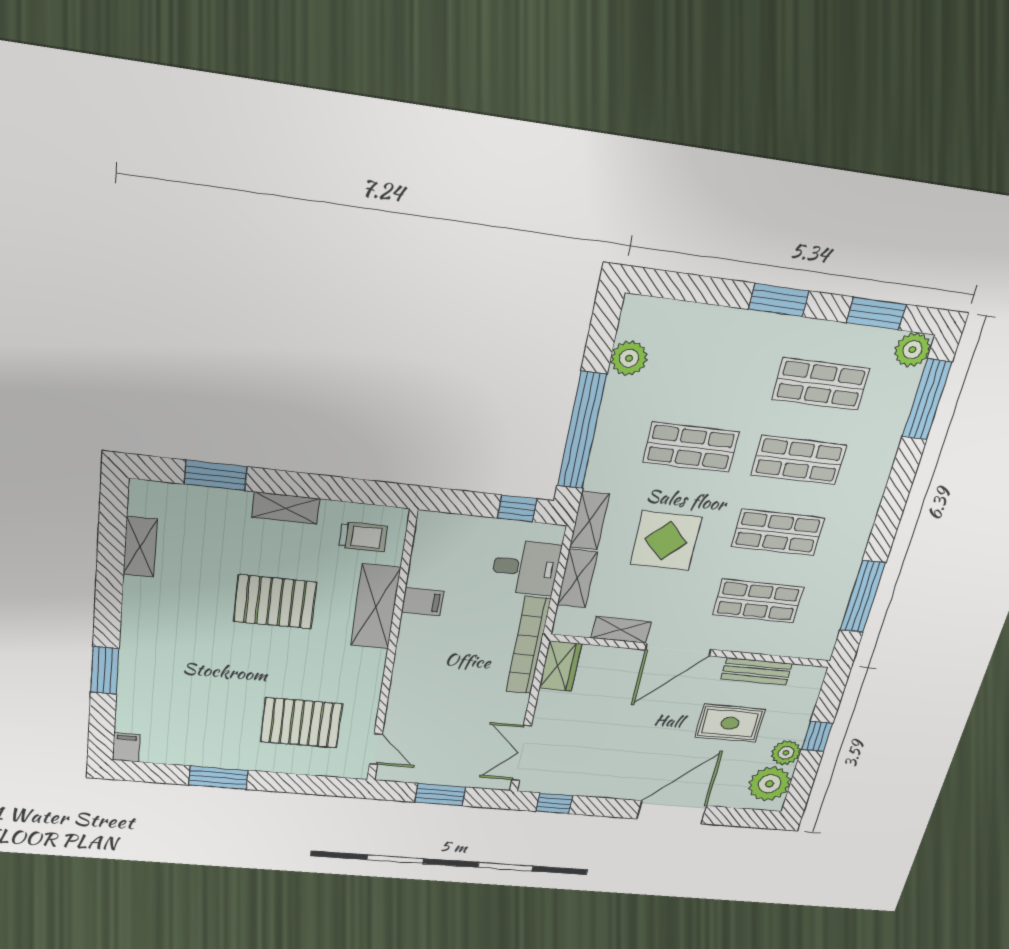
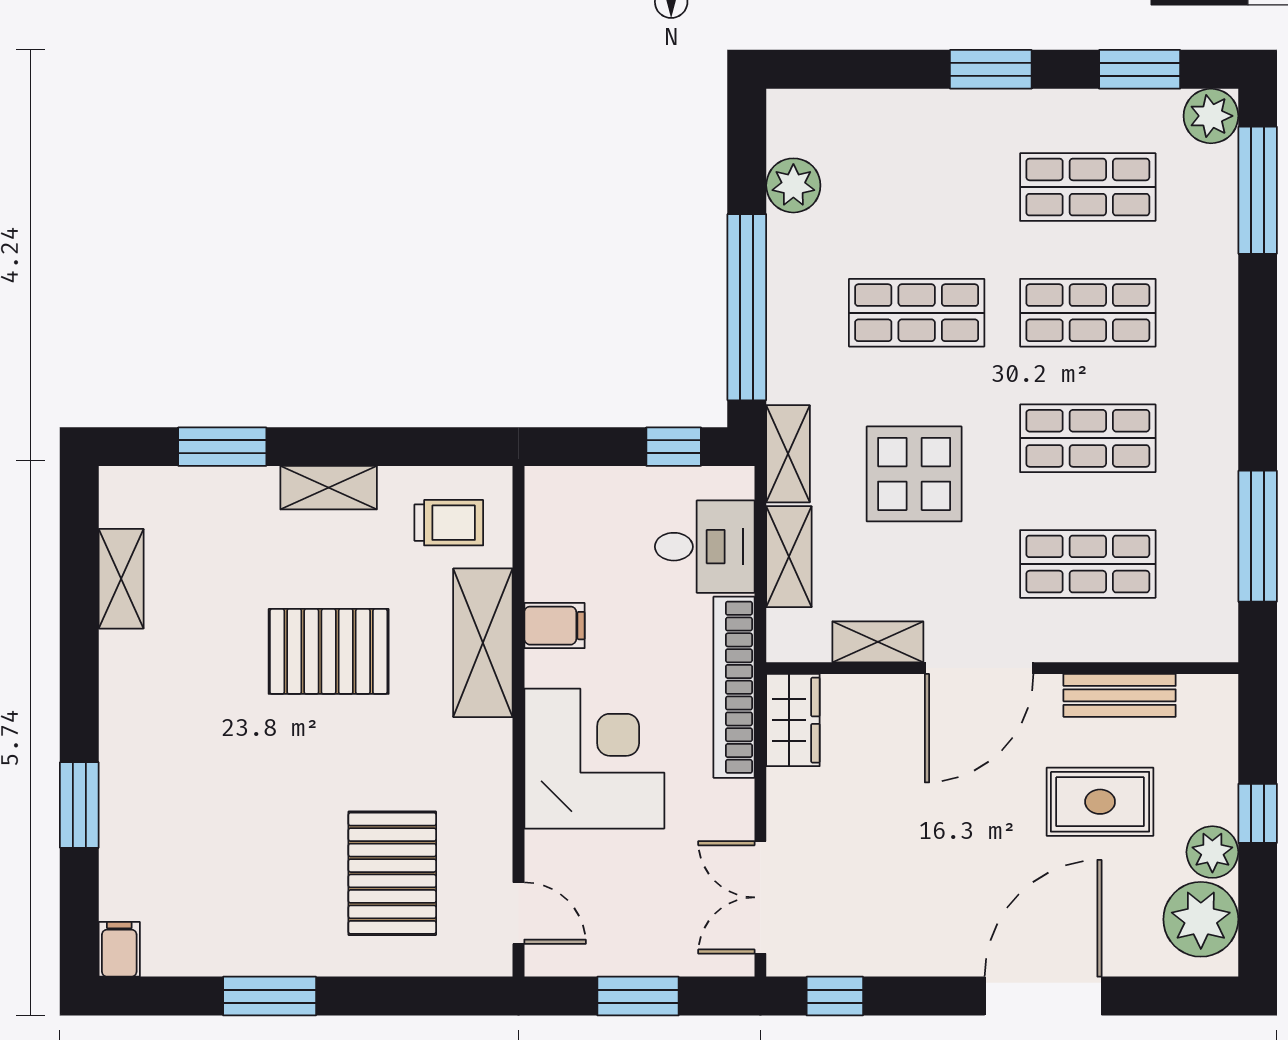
corner desk: (435, 675) -> (594, 759), added
pallet: (301, 723) -> (392, 873), turned 90

